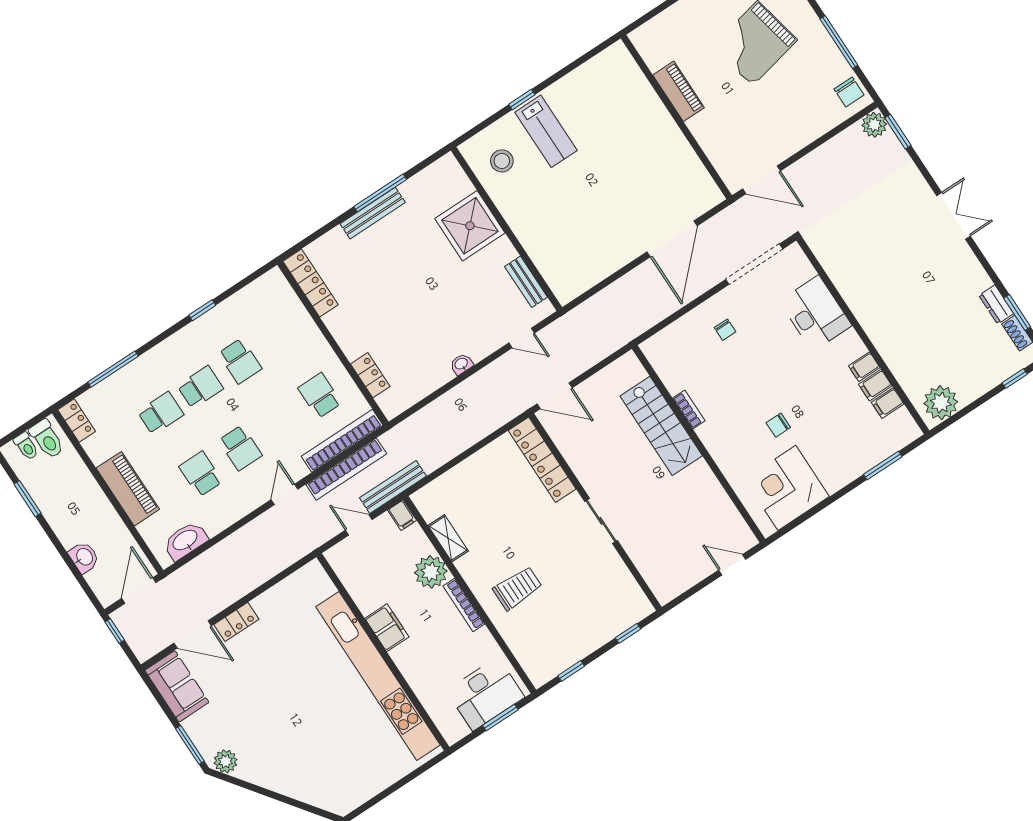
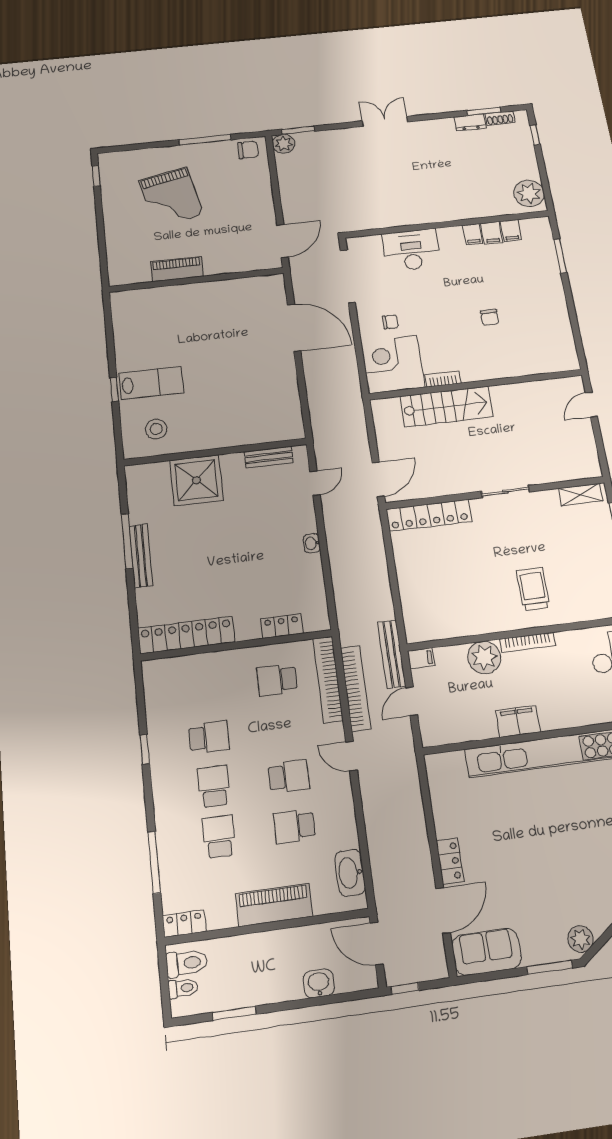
locker: (311, 283) -> (186, 635), width x1.41, depth x1.21
corner desk: (787, 488) -> (393, 365), moved, turned 90
shelving: (448, 538) -> (580, 495), moved

